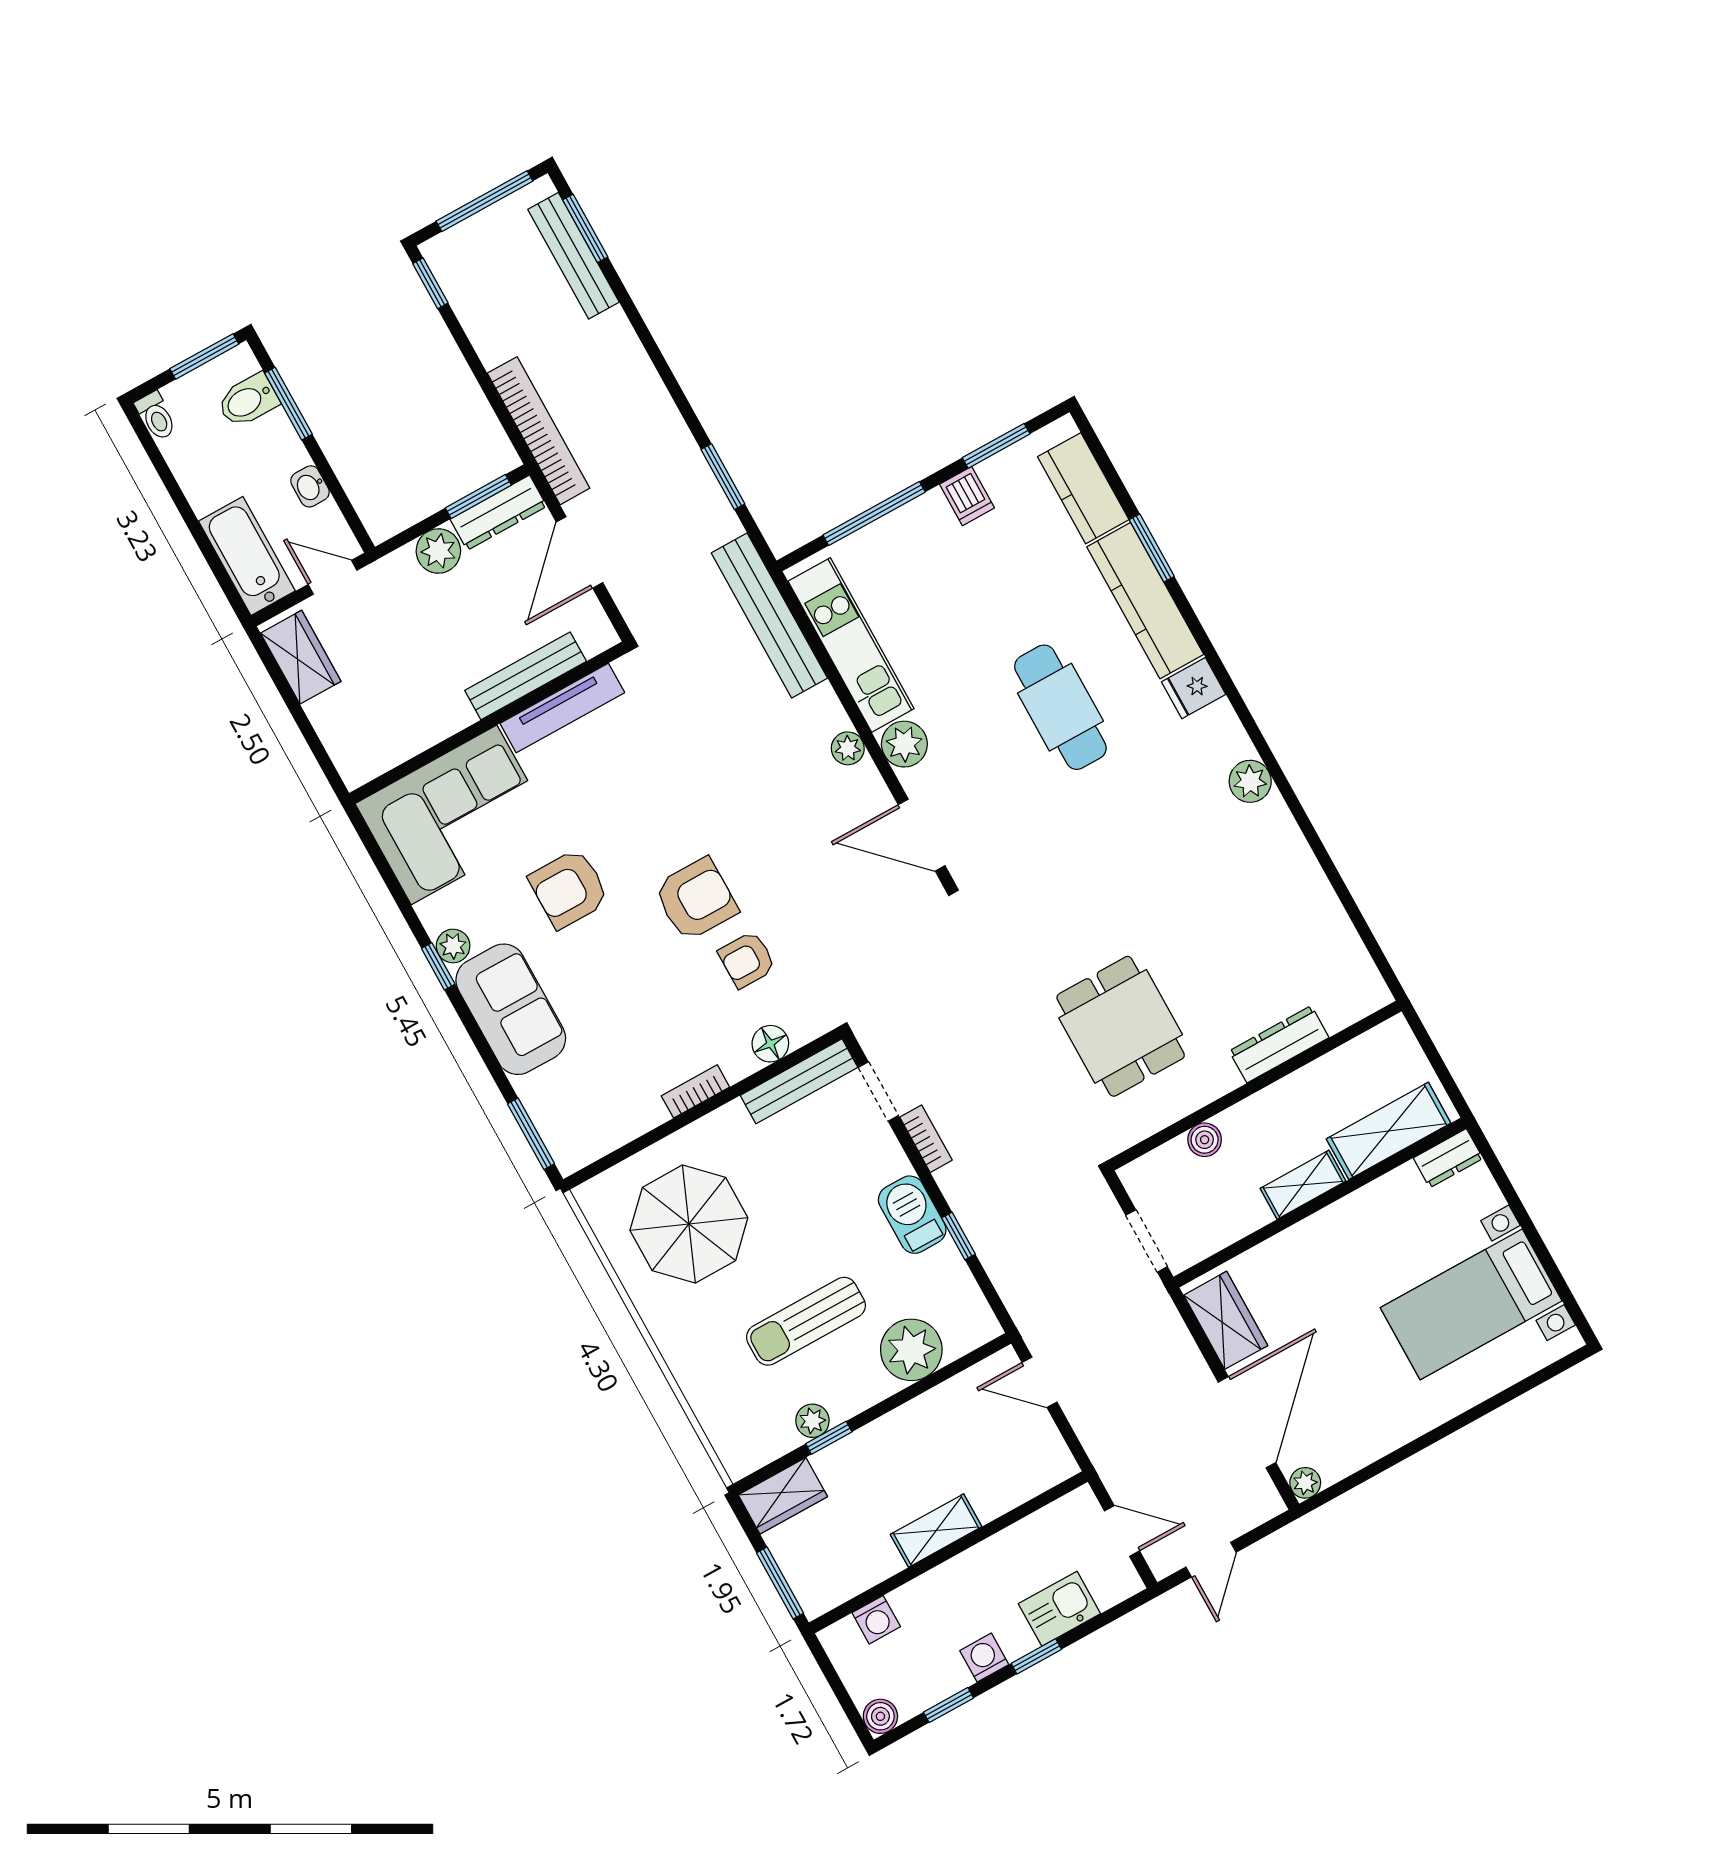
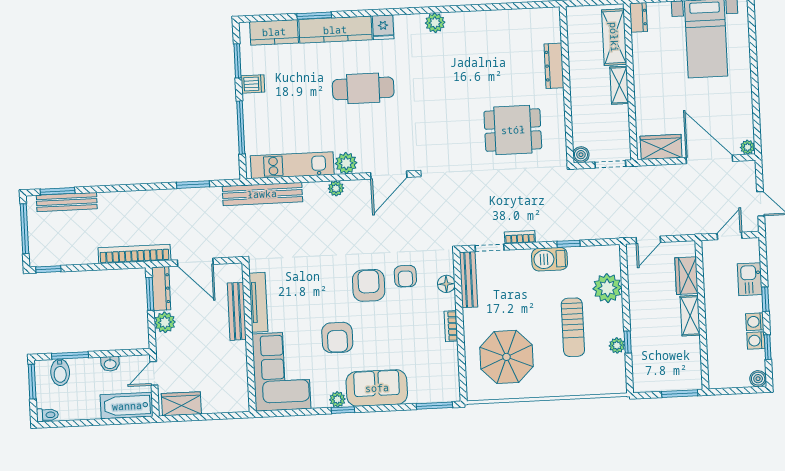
boiler: (1205, 1140) -> (581, 155), moved
wardrobe: (783, 1496) -> (686, 276), moved, turned 180
washing machine: (876, 1620) -> (756, 341), moved, turned 180

